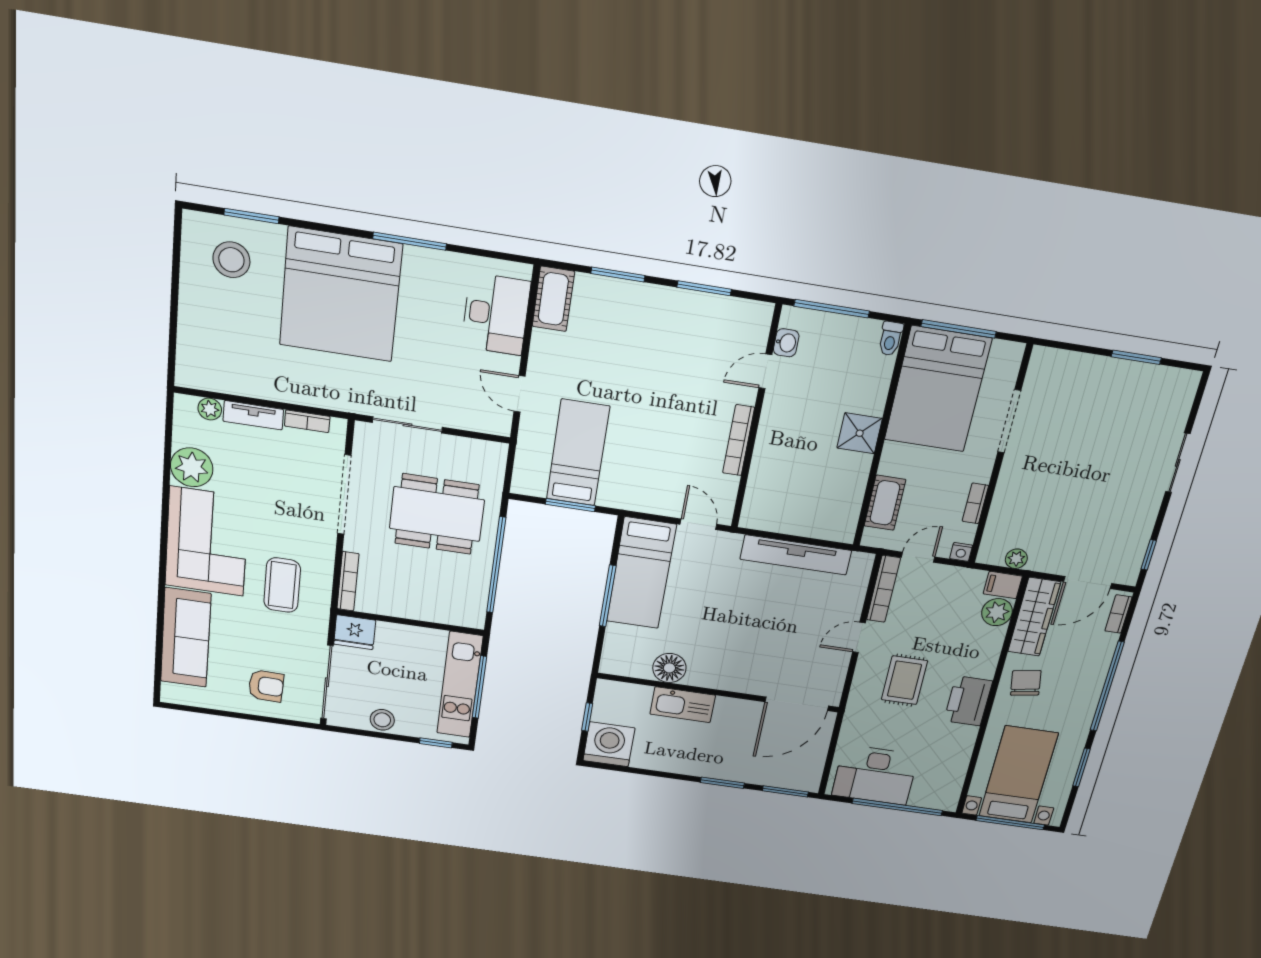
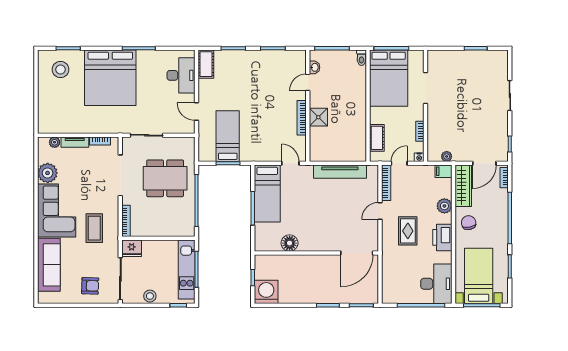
shower: (860, 433) -> (318, 117), moved
plant: (997, 612) -> (444, 206), moved
kitchen sink: (683, 705) -> (300, 263), removed
desk: (875, 775) -> (436, 284), moved, turned -90

